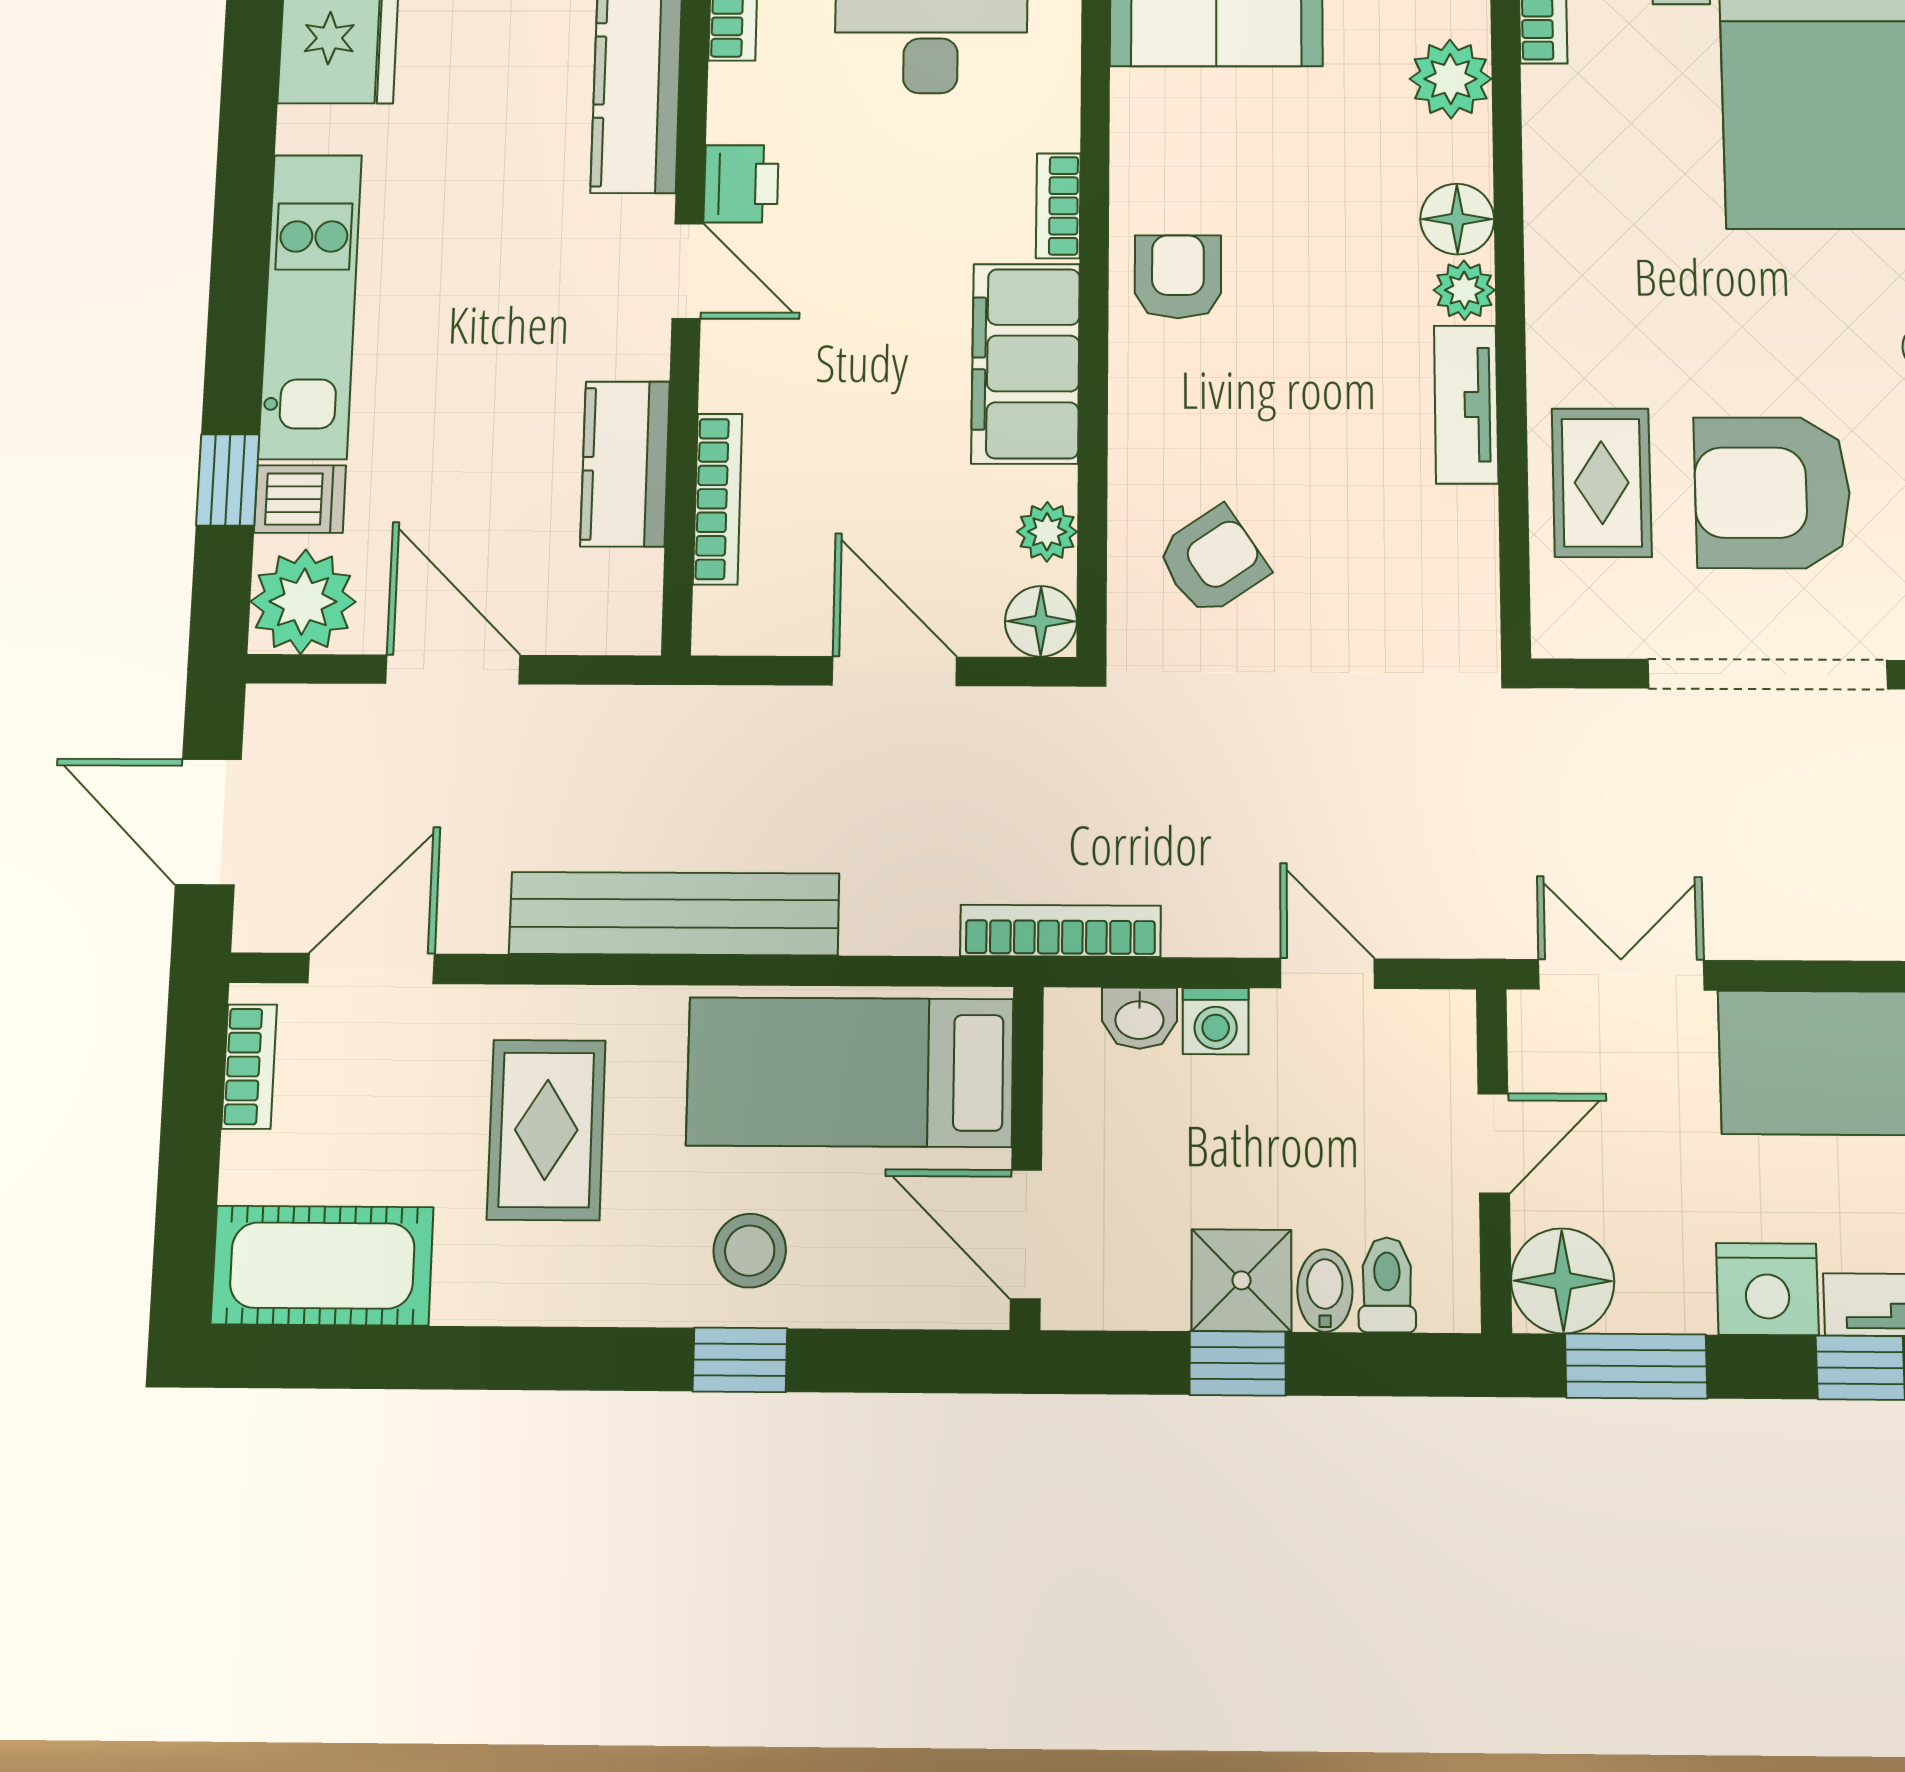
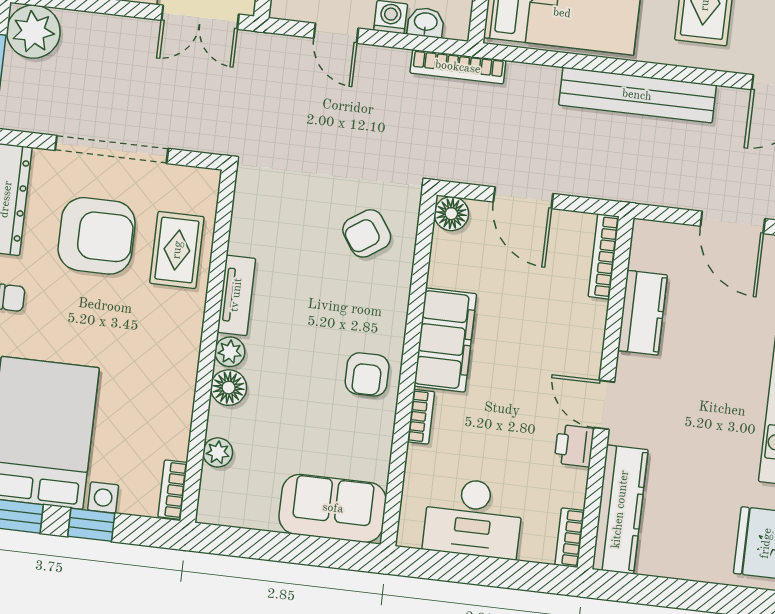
plant: (1450, 79) -> (218, 452), width x0.73, depth x0.73
bookcase: (718, 499) -> (604, 256), moved
plant: (1047, 532) -> (444, 256), removed

